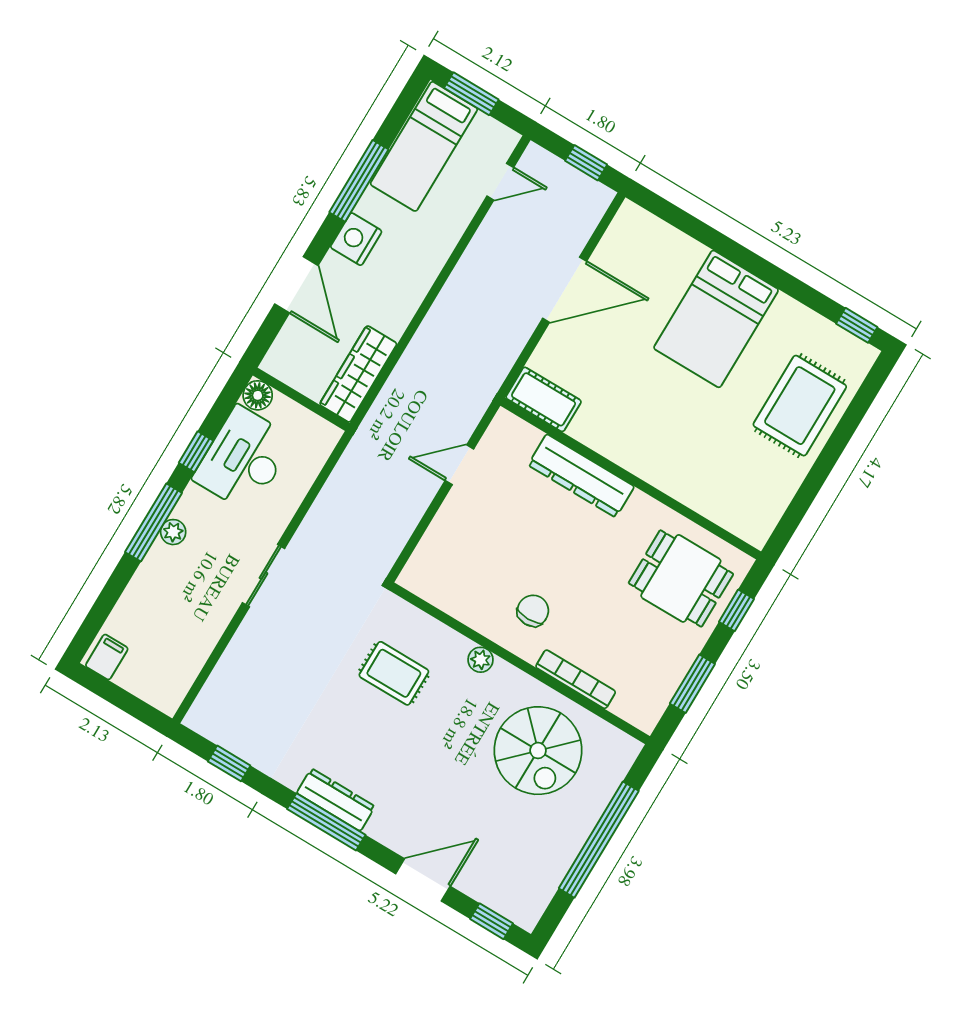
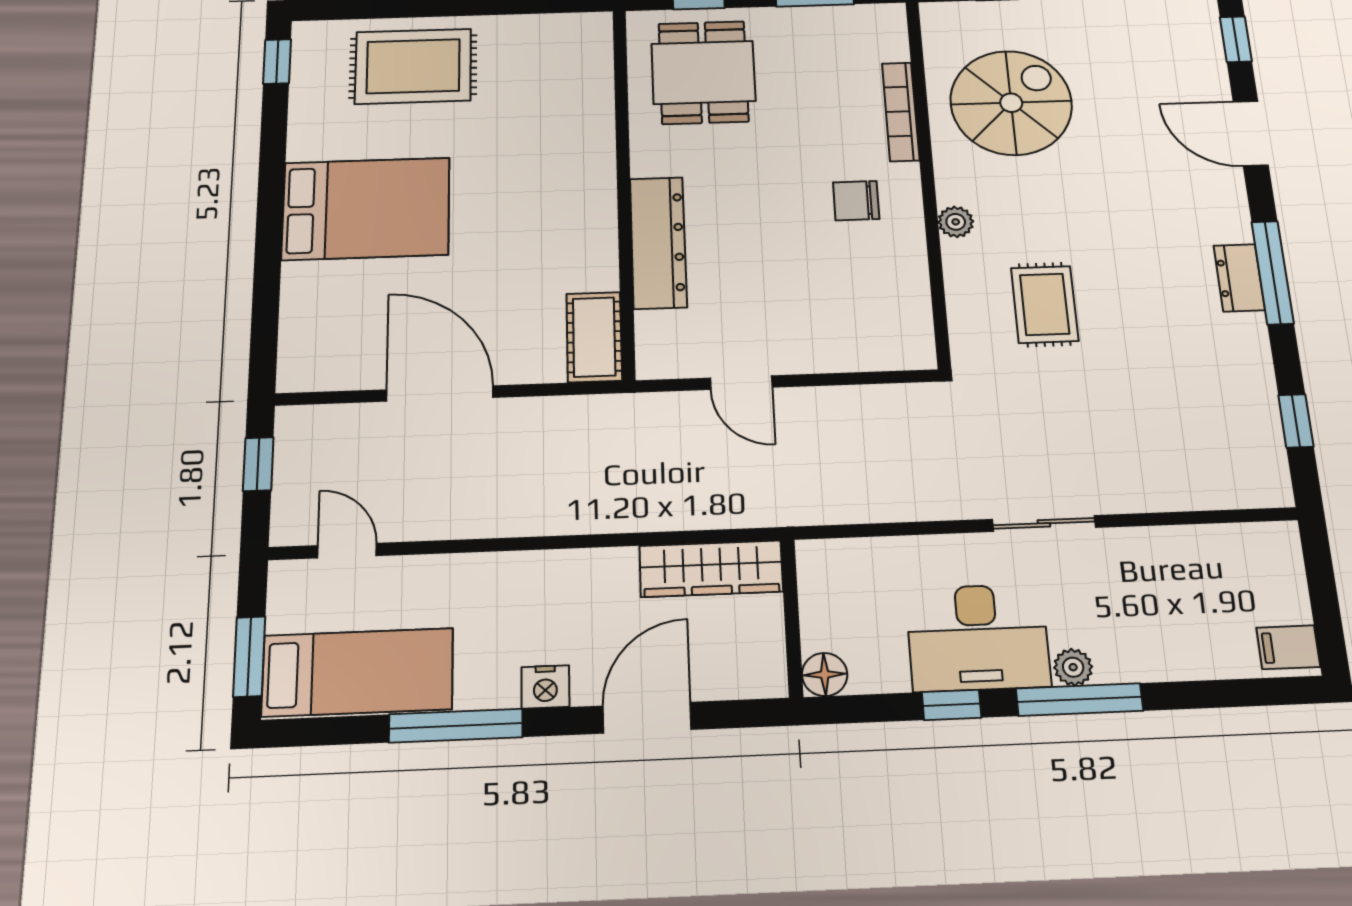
nightstand: (356, 239) -> (545, 687), width x0.74, depth x0.75
desk: (244, 459) -> (978, 637), moved
dresser: (336, 800) -> (1239, 278), width x0.70

